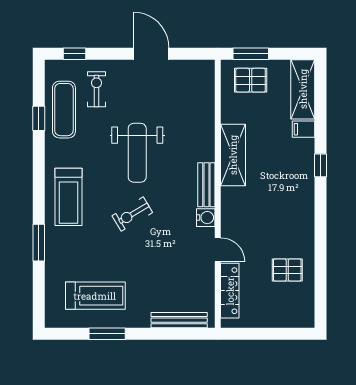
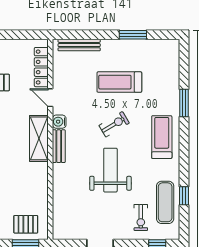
shelving: (233, 155) -> (39, 138), moved
treadmill: (95, 296) -> (119, 82), moved

